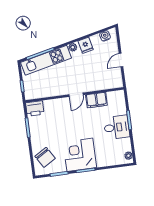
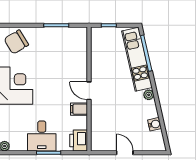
water cooler: (105, 36) -> (155, 124), moved
fridge: (86, 45) -> (149, 111), removed
filing cabinet: (96, 100) -> (79, 109), width x0.50
printer: (35, 109) -> (79, 141), moved

